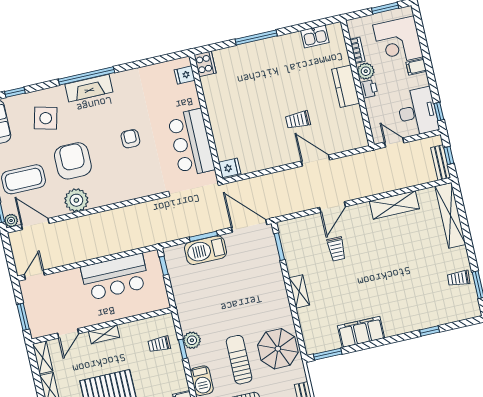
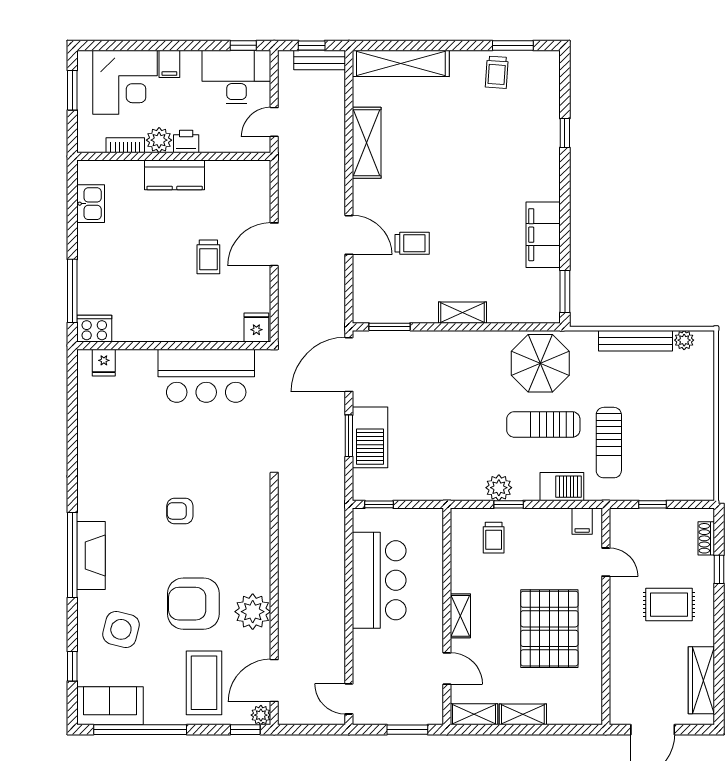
cooker: (205, 64) -> (94, 329), moved
fridge: (185, 75) -> (104, 363), moved
wall: (206, 117) -> (174, 346), moved
bar counter: (191, 143) -> (206, 376), moved
fridge: (230, 168) -> (256, 327), moved

